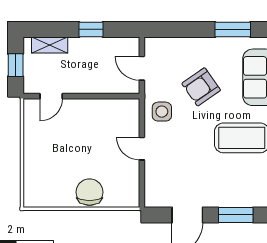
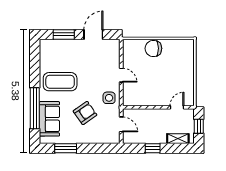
chair: (90, 192) -> (153, 48), turned 90

